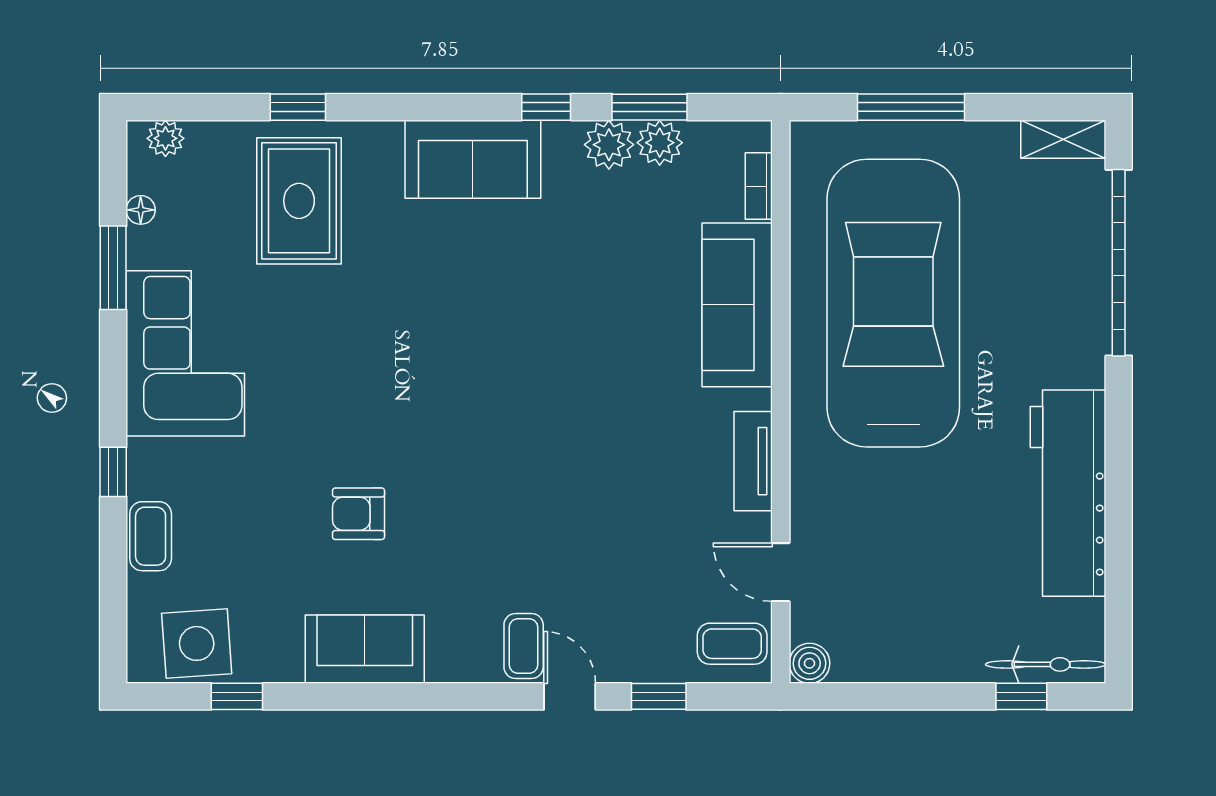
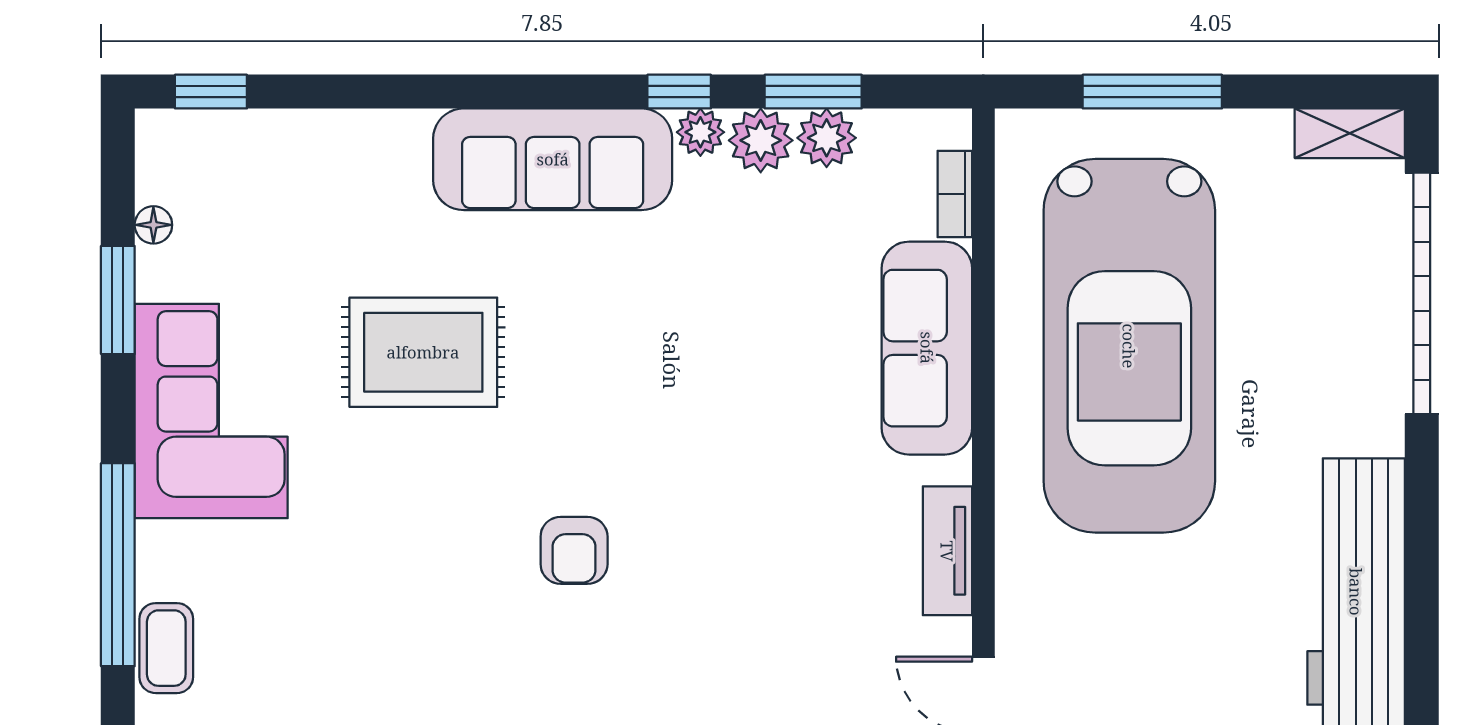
window: (298, 107) -> (211, 92), moved
plant: (165, 138) -> (700, 132), moved
sofa: (473, 159) -> (553, 159), width x1.36
rug: (299, 201) -> (423, 352), moved, turned 90
car: (893, 303) -> (1129, 346), turned 180
window: (113, 472) -> (118, 565), width x3.17
armchair: (359, 514) -> (574, 550), moved, turned -90

